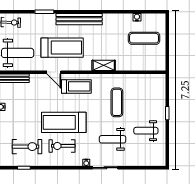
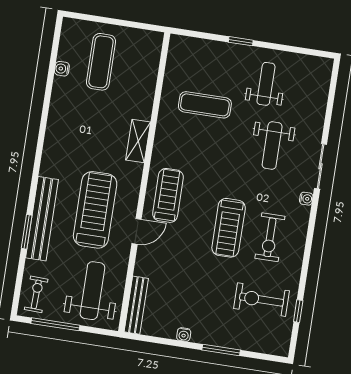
bench: (79, 19) -> (42, 219), moved
exercise mat: (117, 102) -> (205, 105), moved
treadmill: (64, 122) -> (229, 228), width x0.73, depth x0.73
weight bench: (146, 131) -> (266, 84), turned 180
exercise bike: (27, 147) -> (261, 300), turned -90

